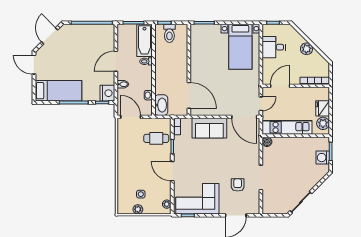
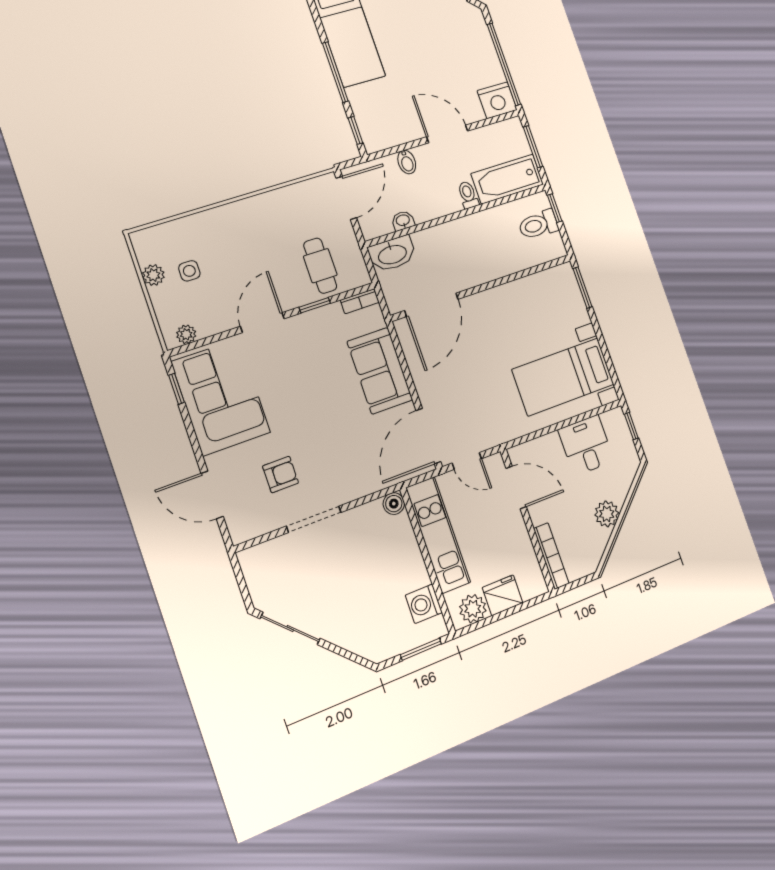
nightstand: (107, 93) -> (497, 100), moved
washing machine: (323, 158) -> (424, 604), moved, turned -90

